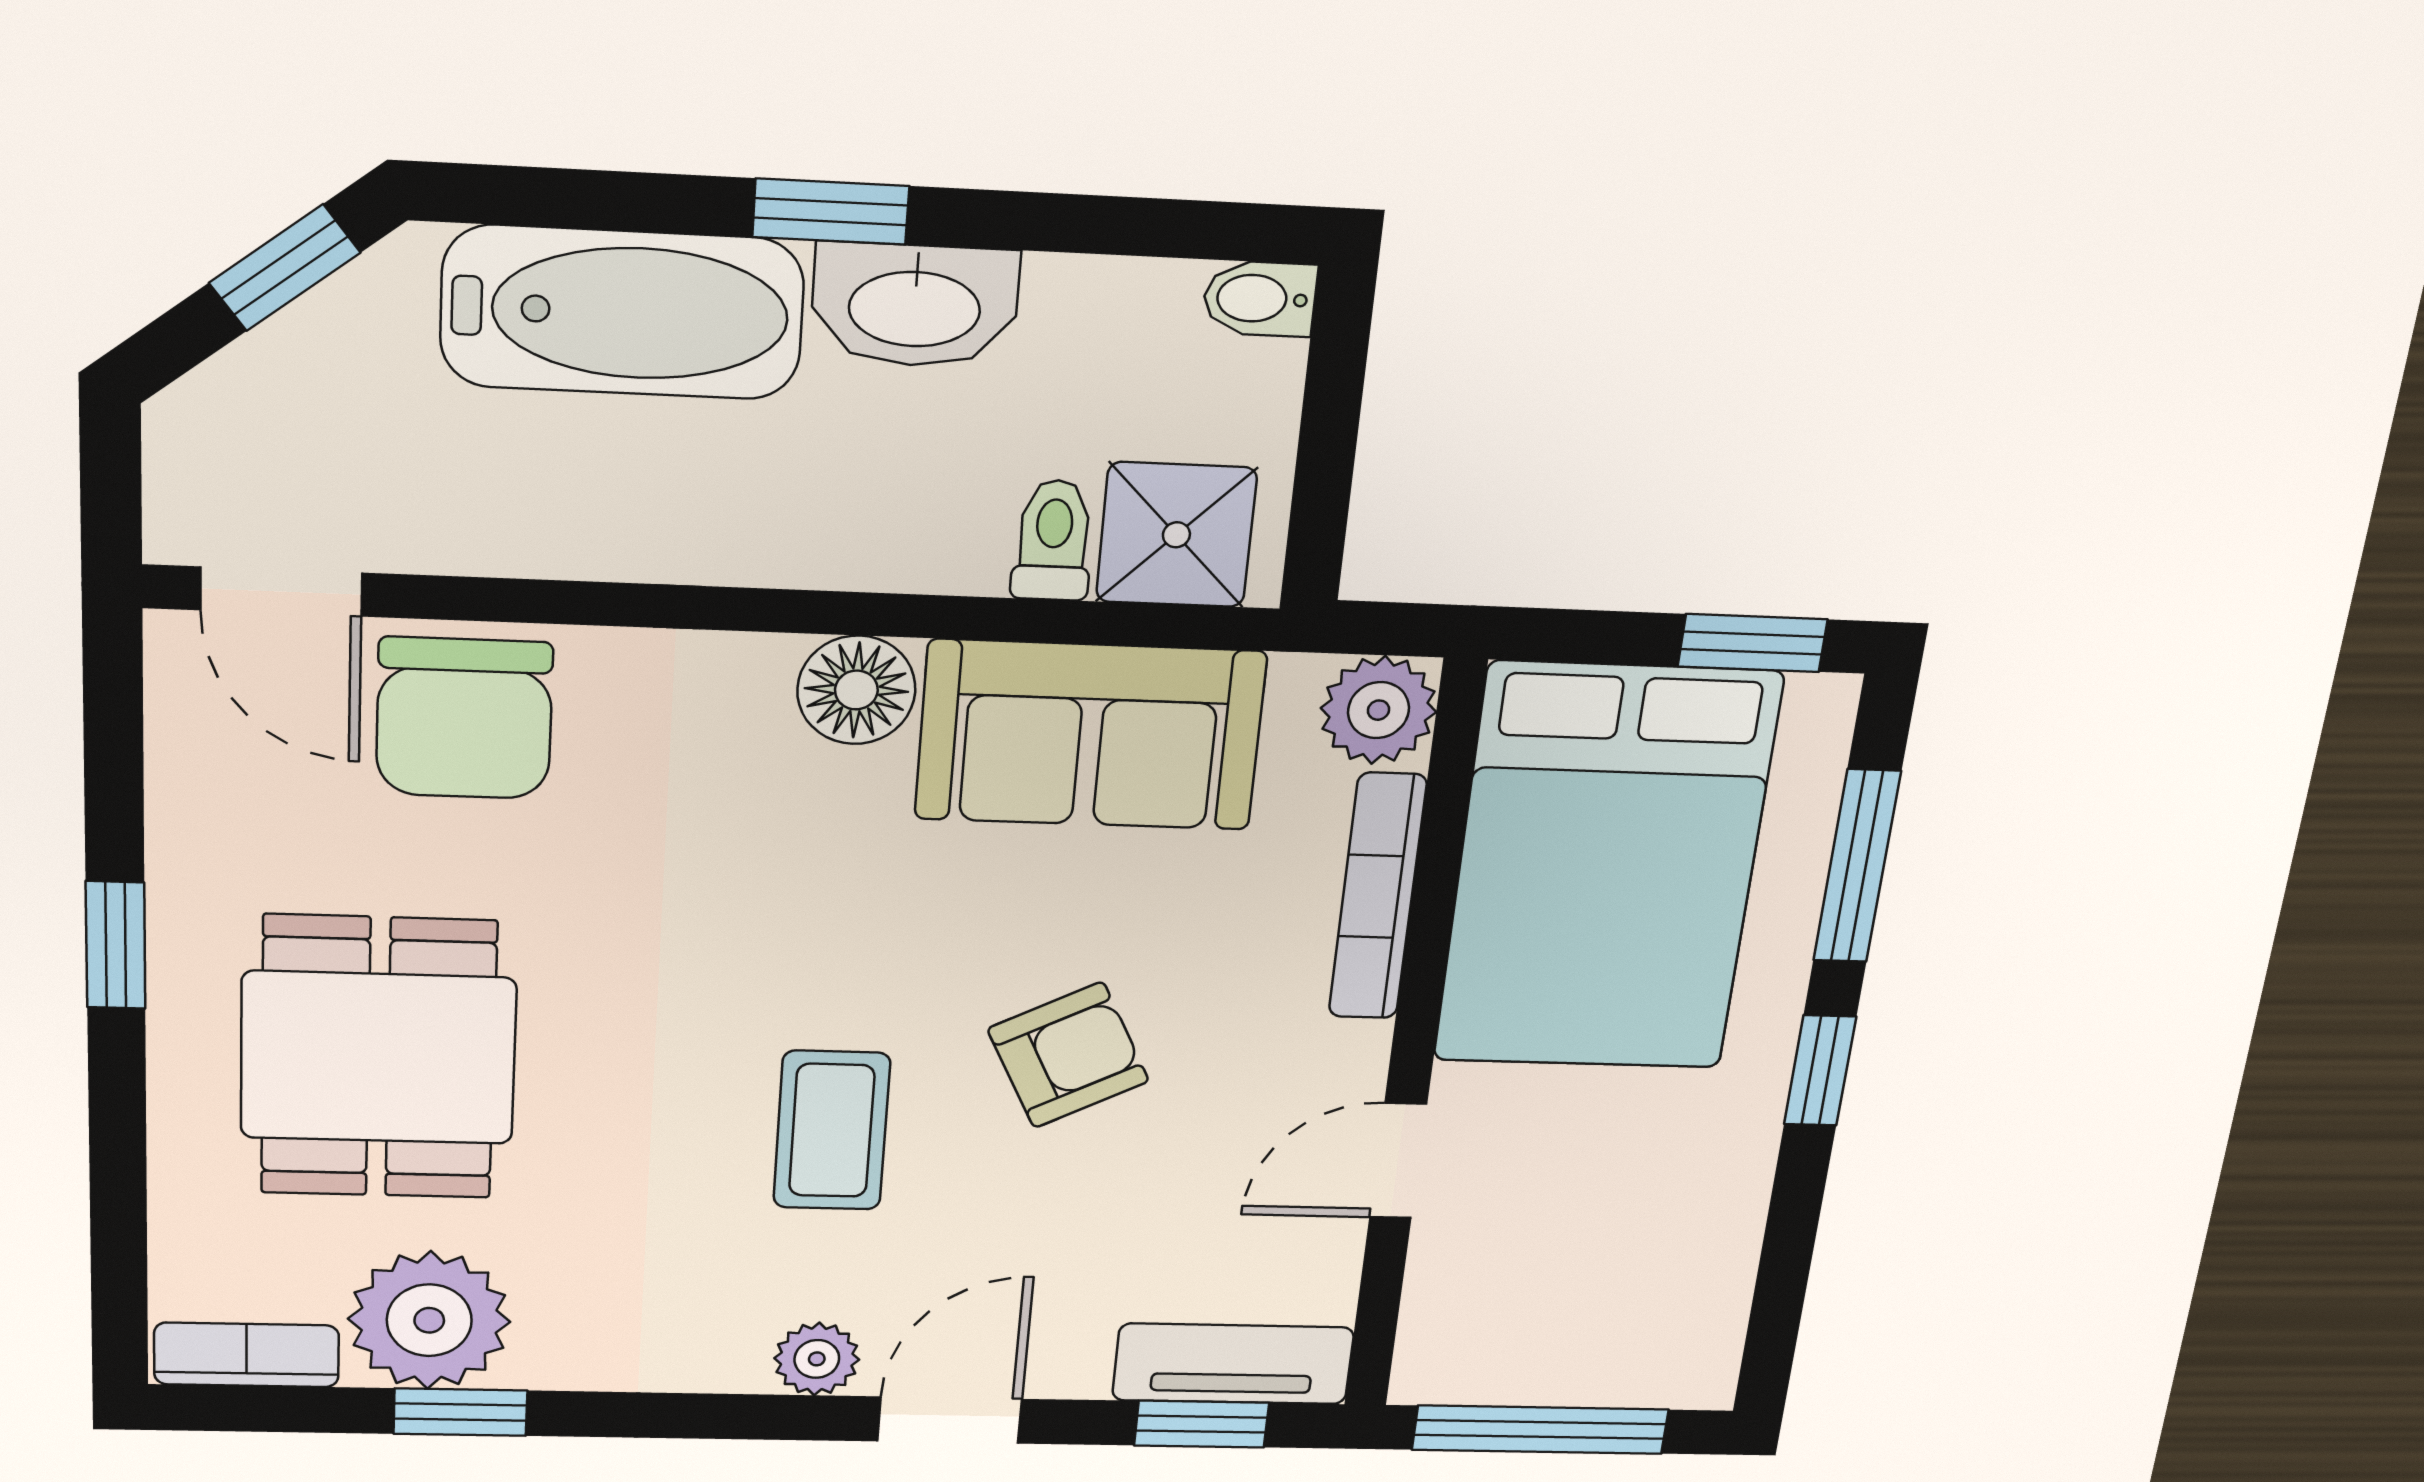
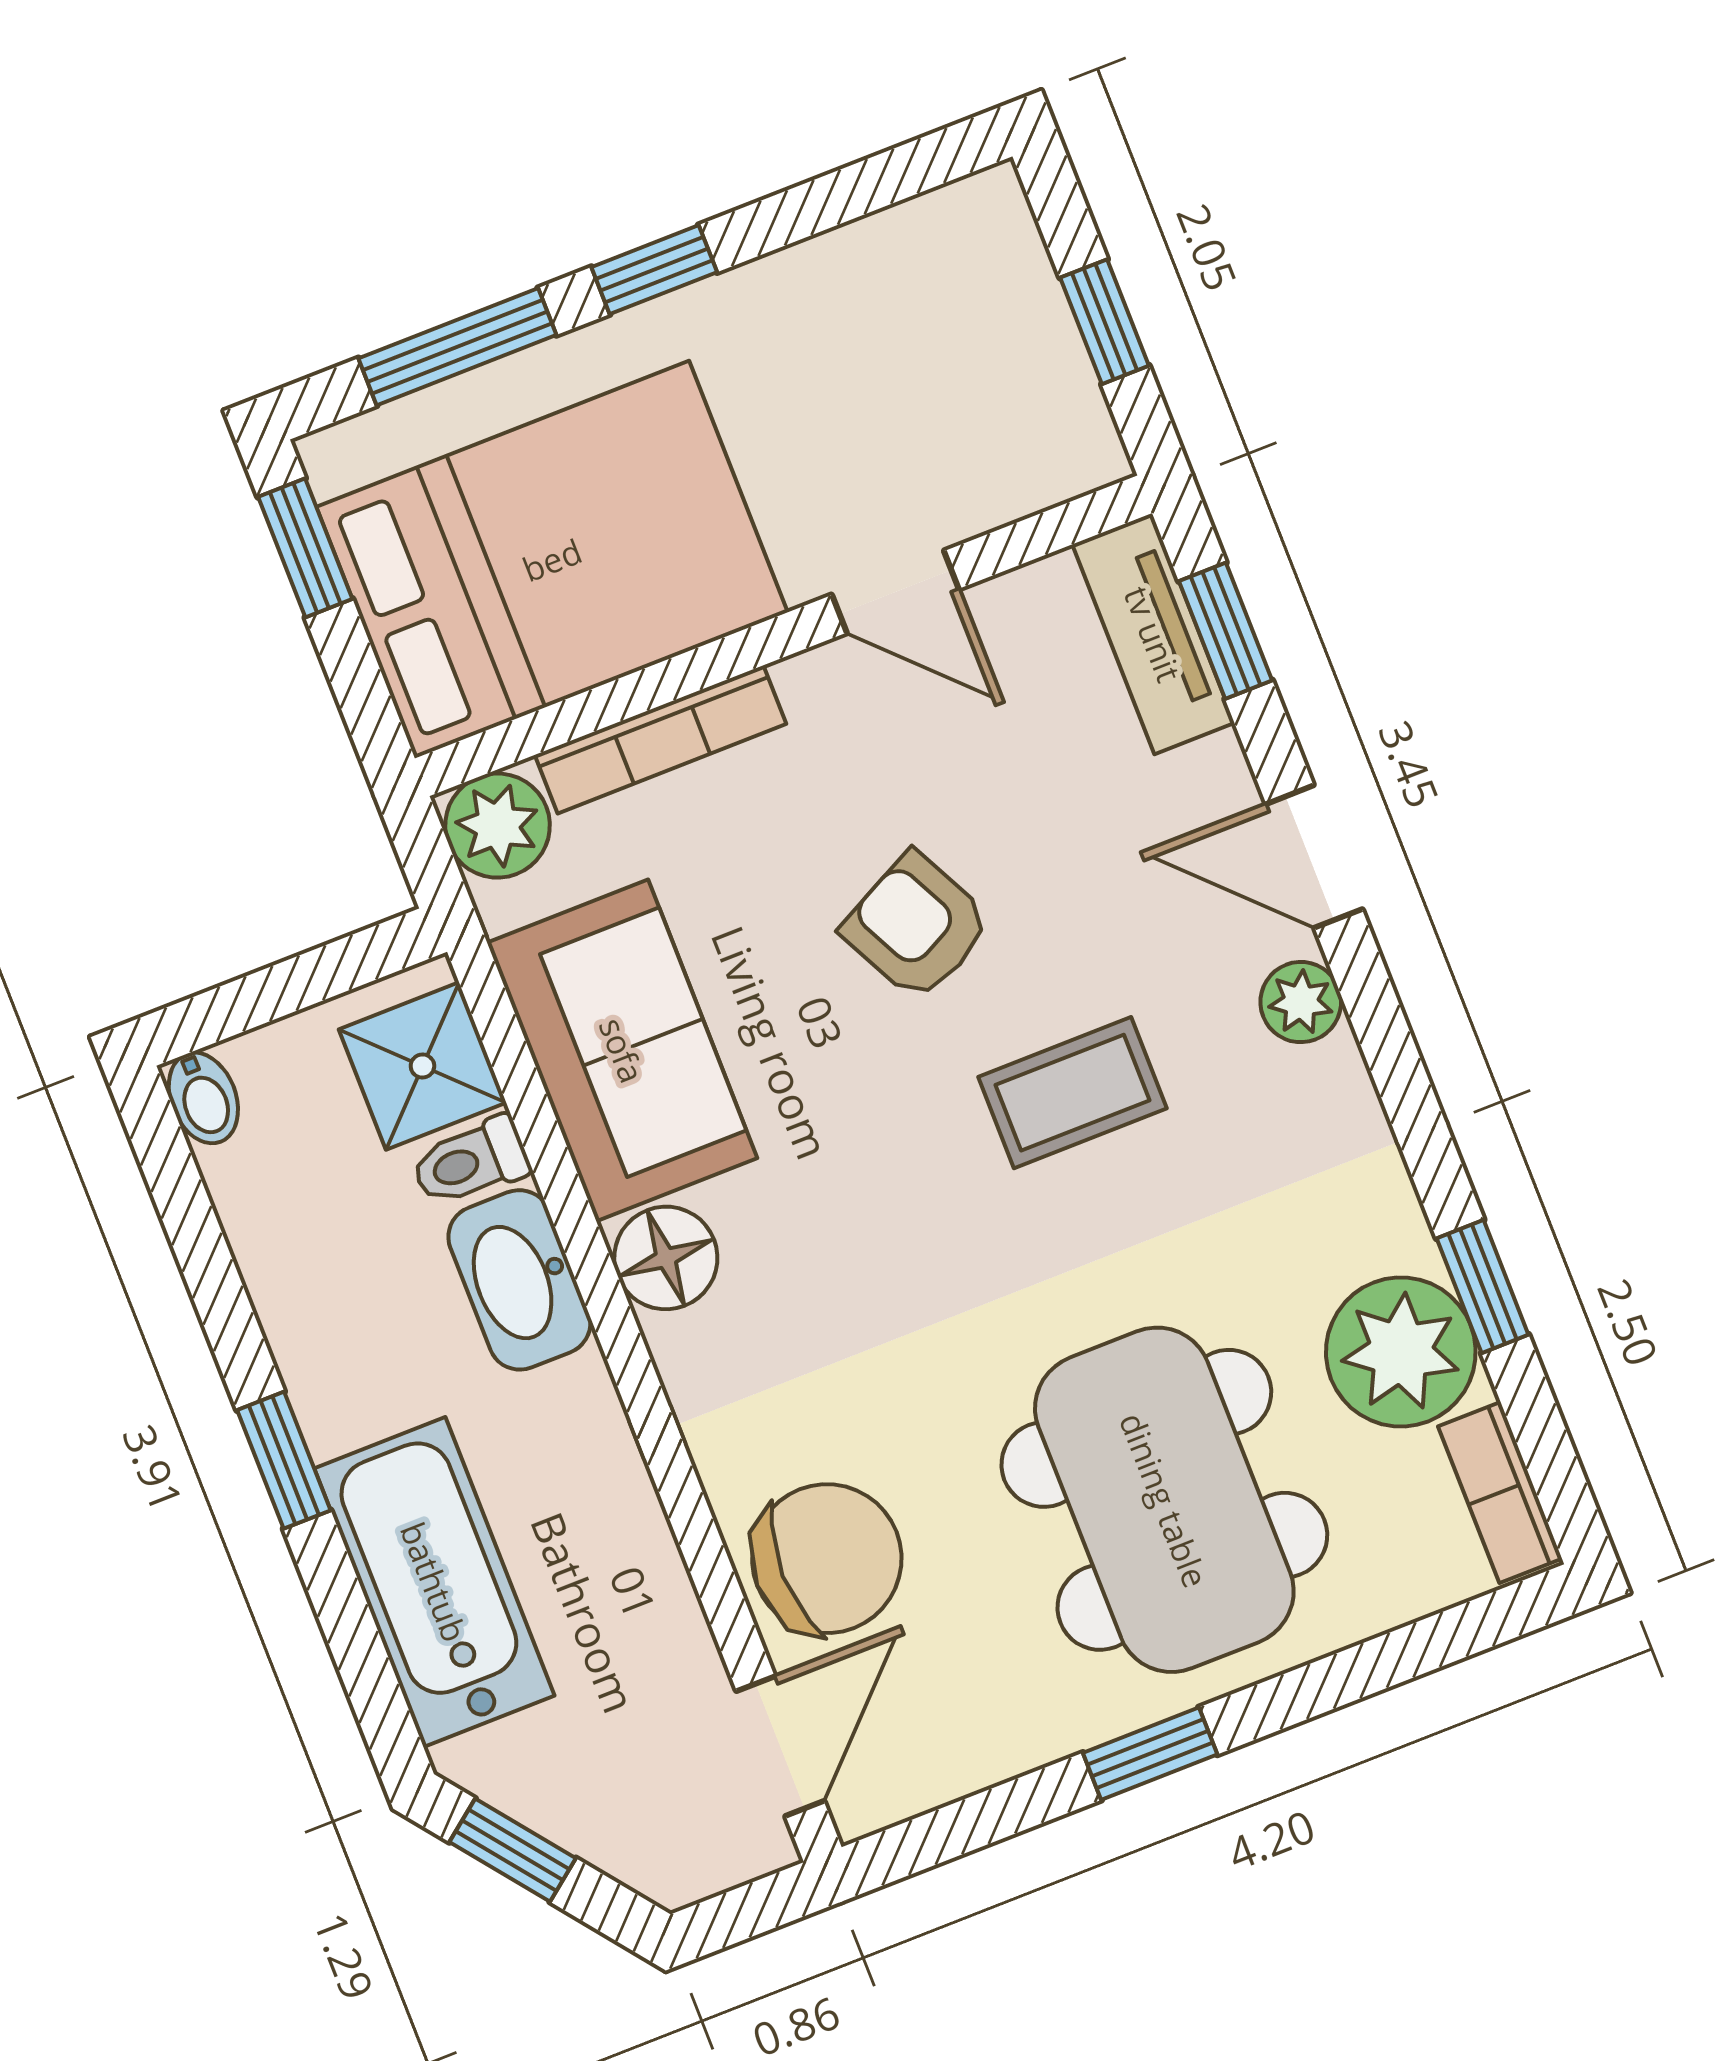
washbasin: (915, 306) -> (519, 1280), moved, turned 180
dining table: (378, 1058) -> (1164, 1500), width x1.37
window: (1540, 1430) -> (1104, 322), width x0.46

